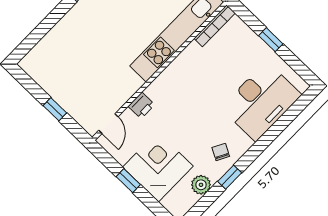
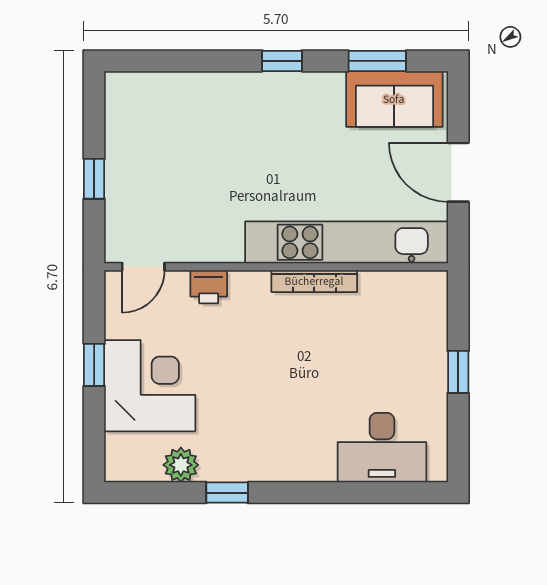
bookcase: (215, 26) -> (314, 281), moved
desk: (261, 101) -> (382, 448), width x0.73, depth x0.77
chair: (221, 152) -> (249, 449), removed

